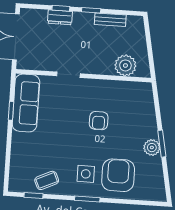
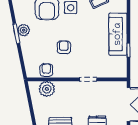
armchair: (124, 91) -> (46, 70), added
sofa: (26, 103) -> (118, 34), moved

